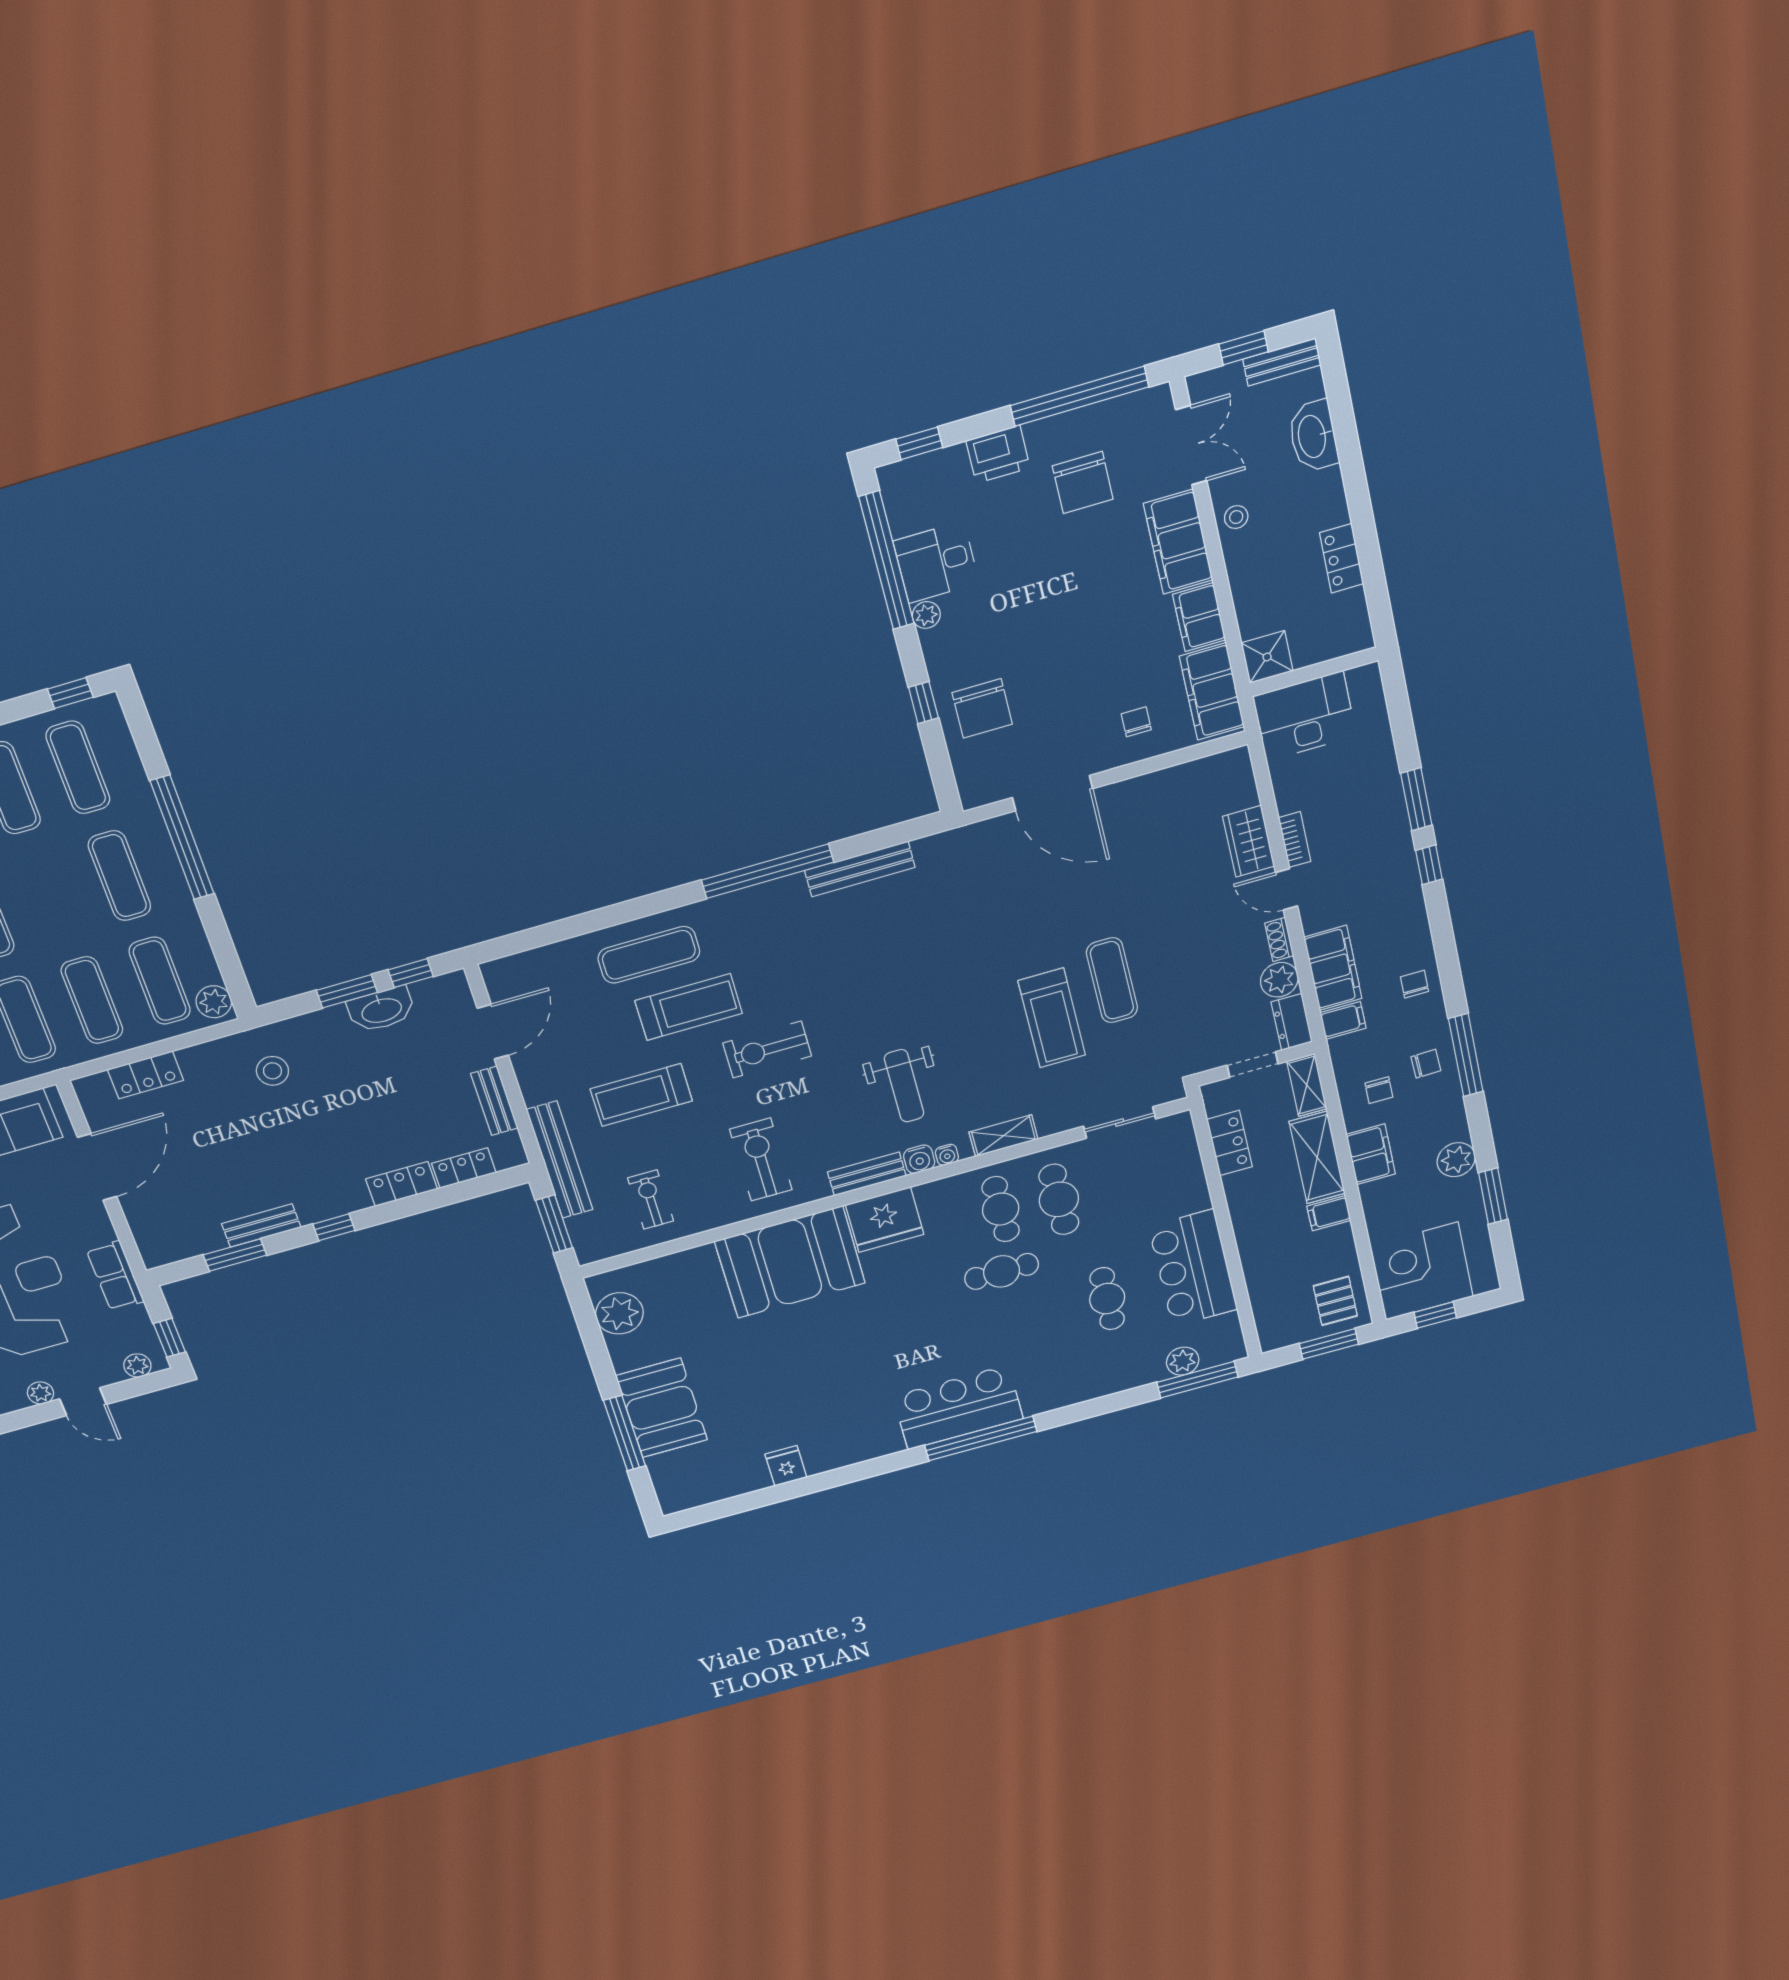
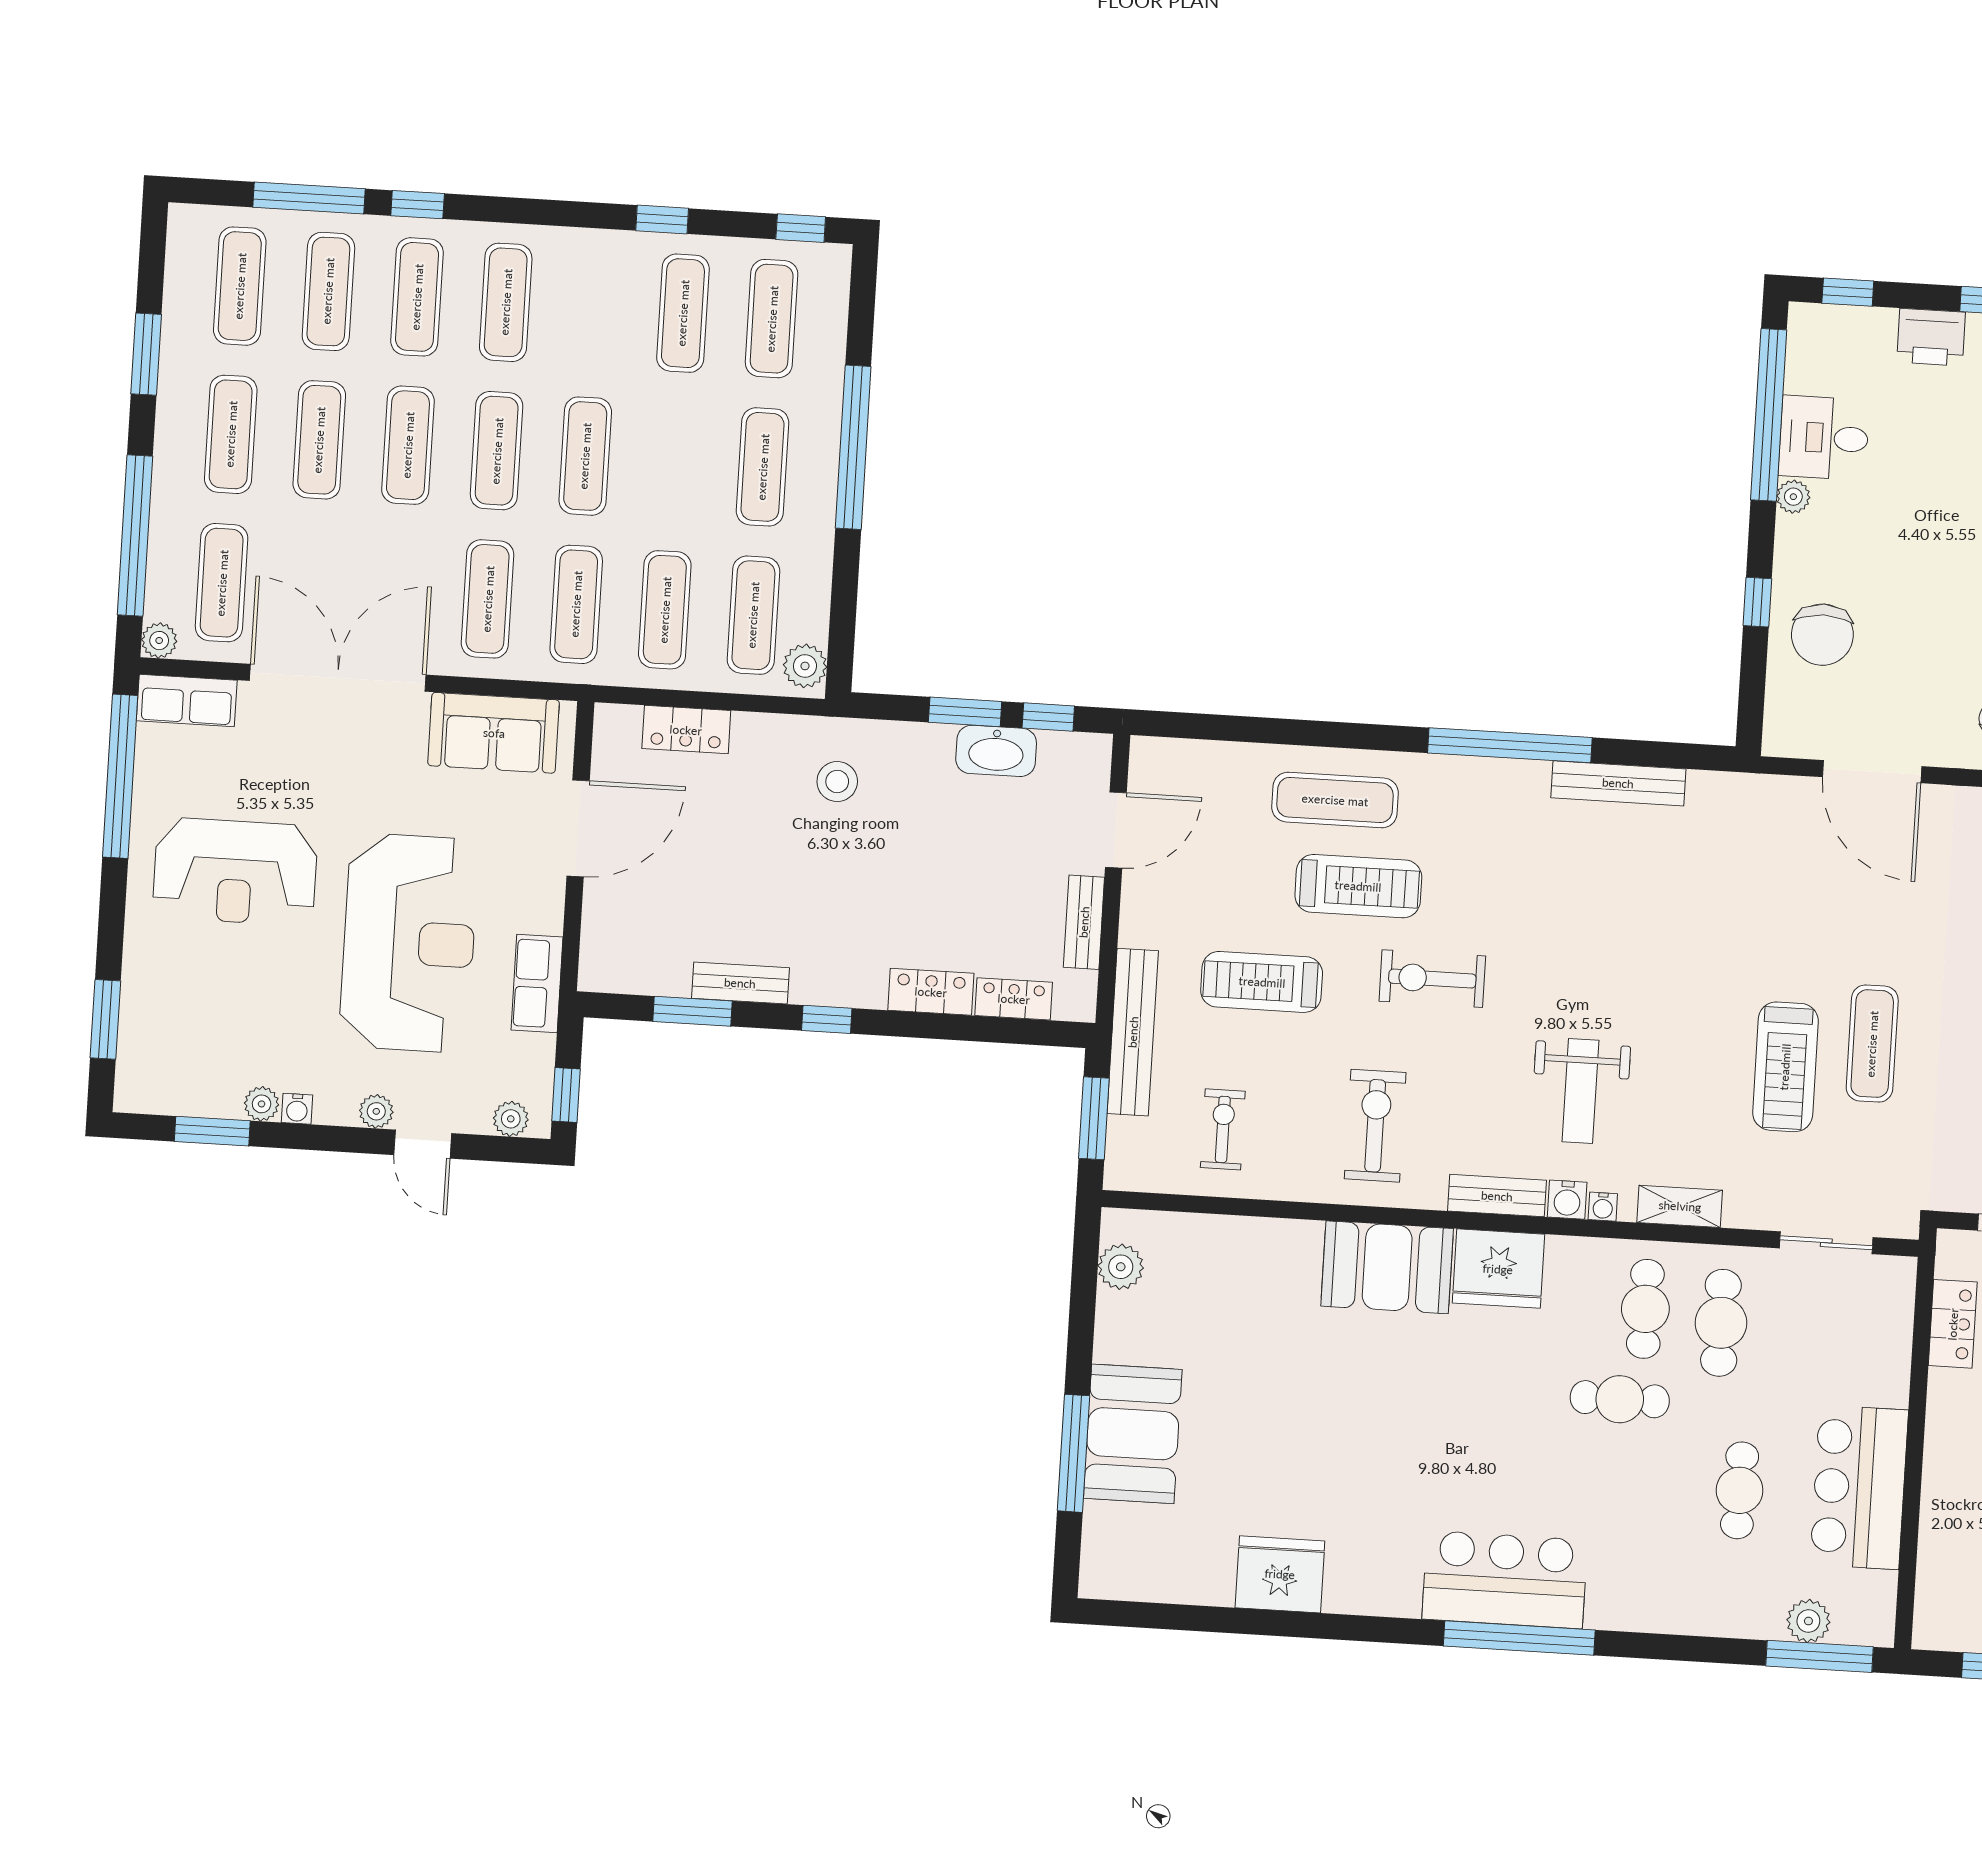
booth: (790, 1262) -> (1387, 1267), width x0.73, depth x0.70
plant: (619, 1313) -> (1121, 1267), width x0.73, depth x0.73
fridge: (786, 1466) -> (1280, 1574), width x1.88, depth x1.34

